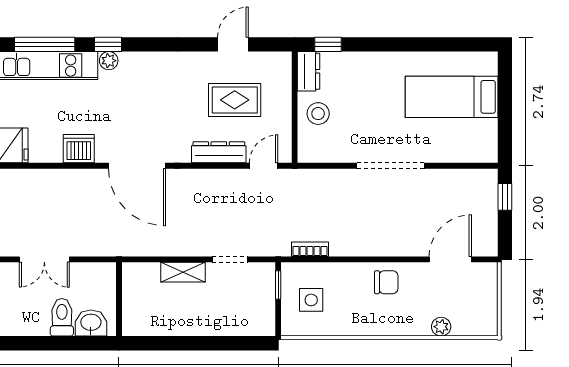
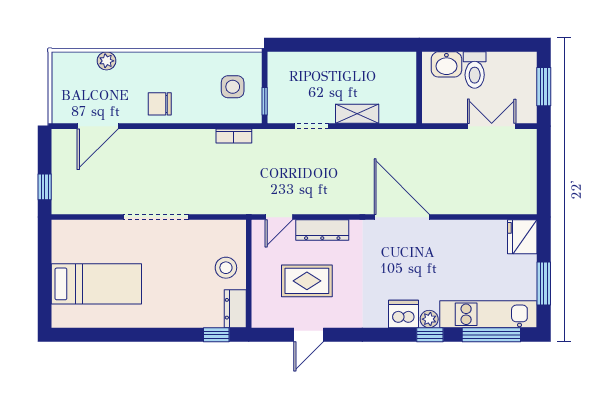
dishwasher: (79, 149) -> (404, 314), moved, turned 180

